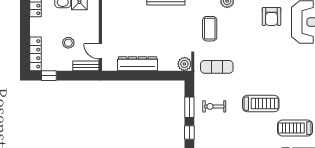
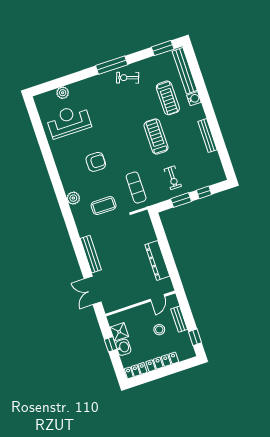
armchair: (271, 16) -> (96, 162), moved
locker: (35, 54) -> (162, 362), moved
plant: (184, 64) -> (143, 218), removed
bench: (86, 66) -> (179, 319), moved

